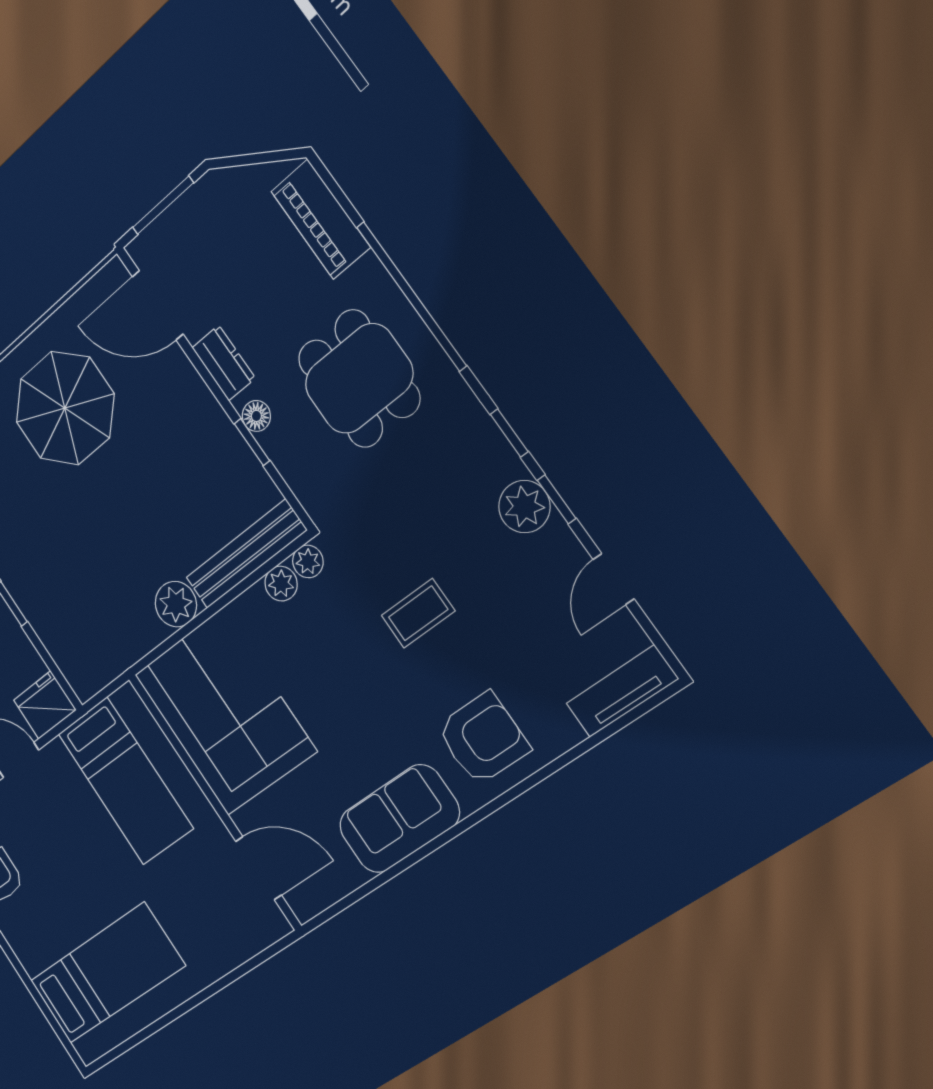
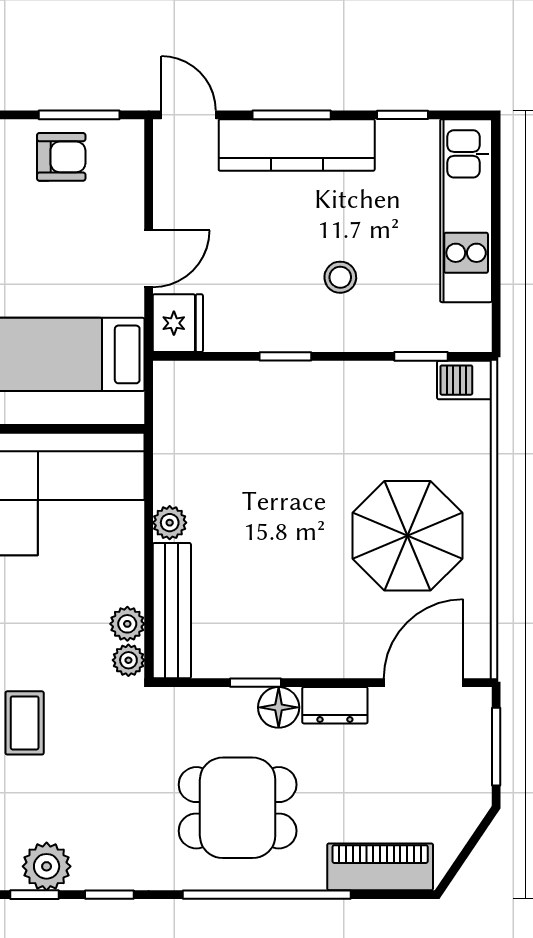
floor lamp: (256, 416) -> (279, 707), width x1.37, depth x1.37
plant: (176, 604) -> (170, 523), width x0.73, depth x0.73

